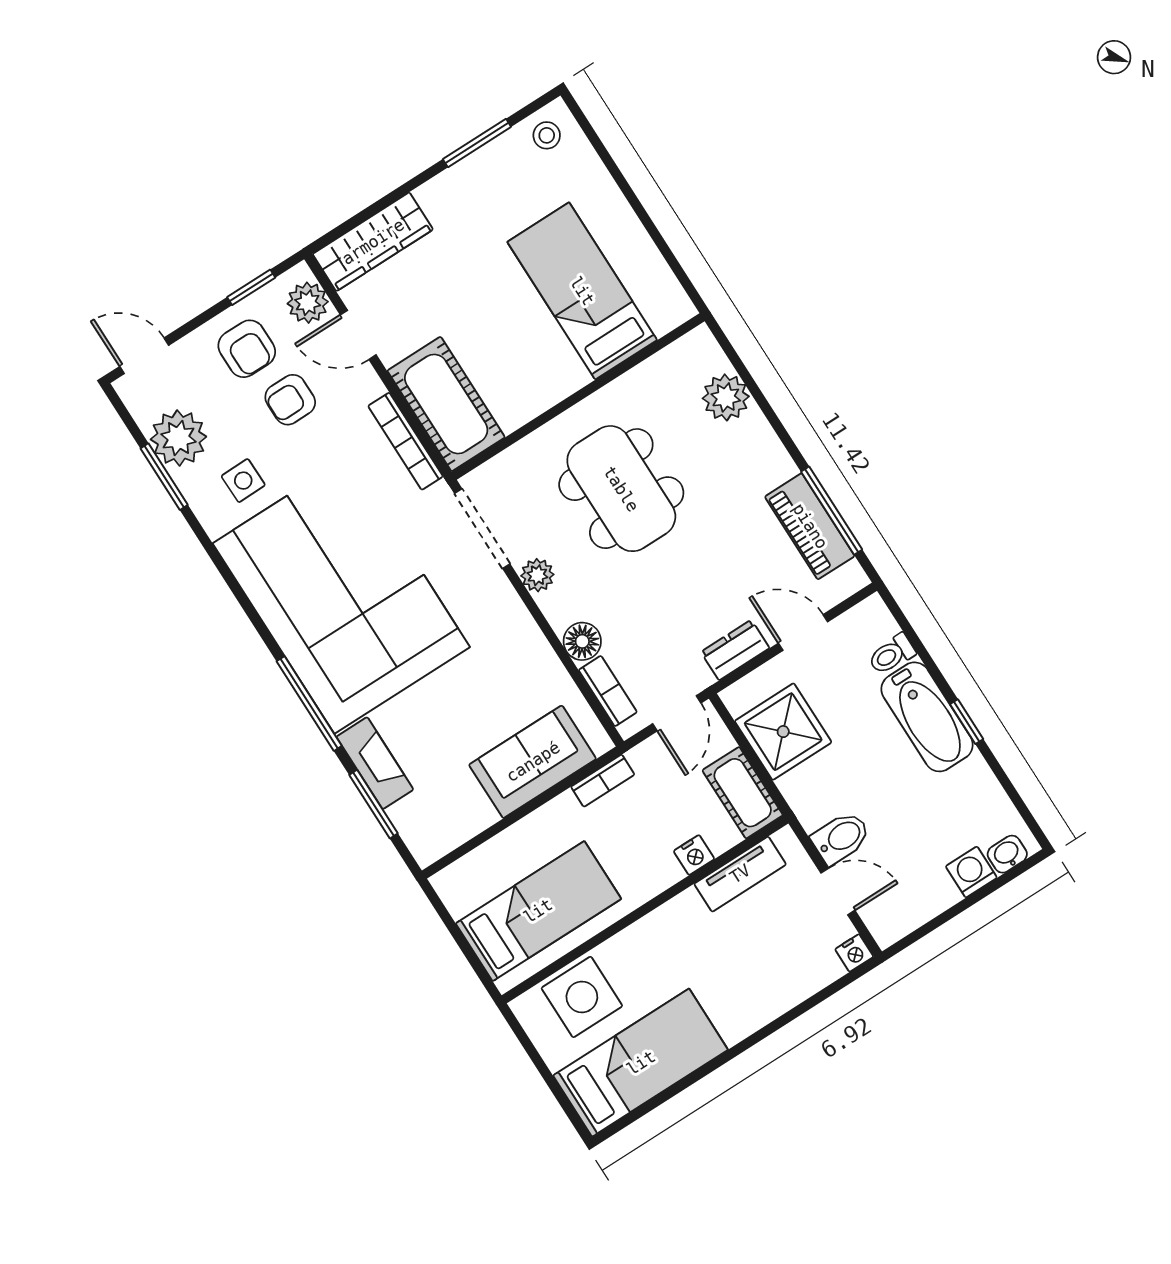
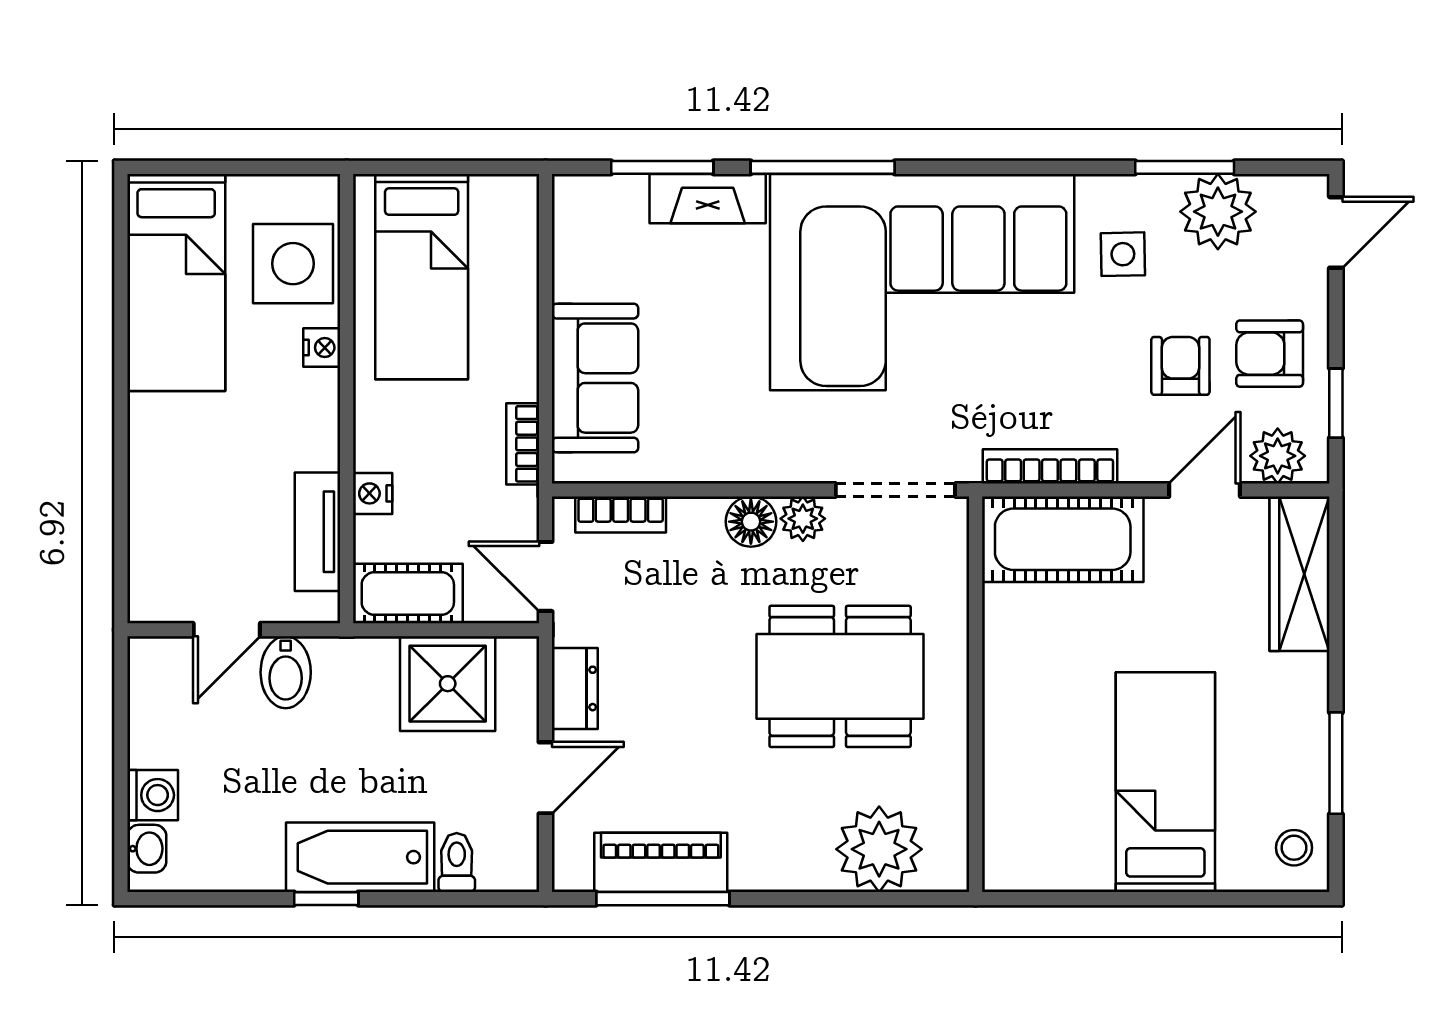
bed: (582, 291) -> (1165, 782), moved, turned -90
plant: (726, 397) -> (879, 849), width x1.36, depth x1.36
floor lamp: (582, 641) -> (751, 522), moved
nightstand: (854, 953) -> (322, 348), moved, turned 180

